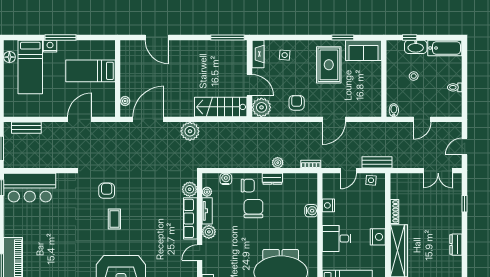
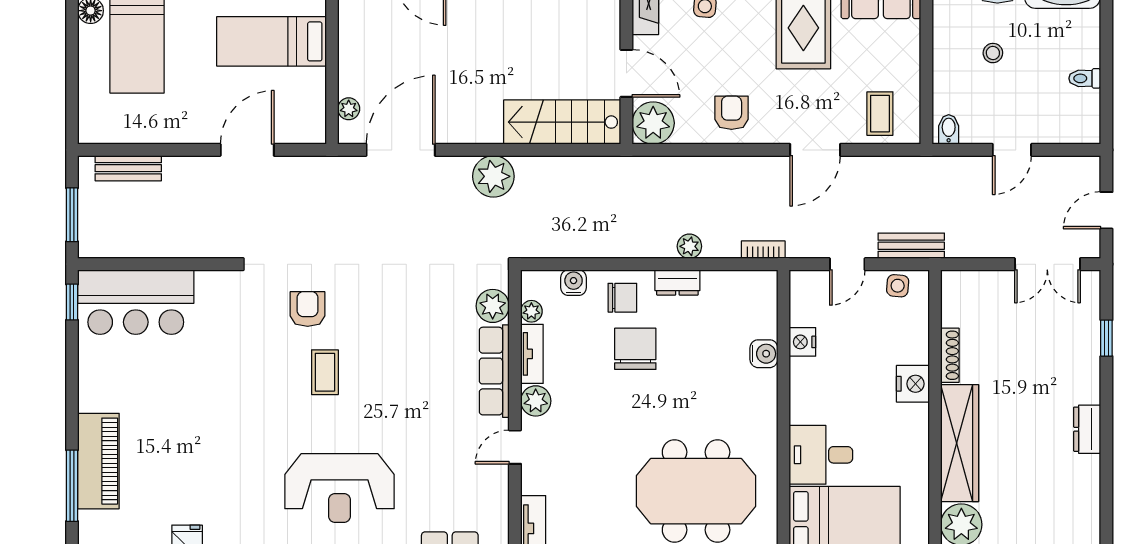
coffee table: (363, 103) -> (880, 114), added
nightstand: (378, 237) -> (913, 384), moved
desk: (337, 239) -> (821, 455), moved

